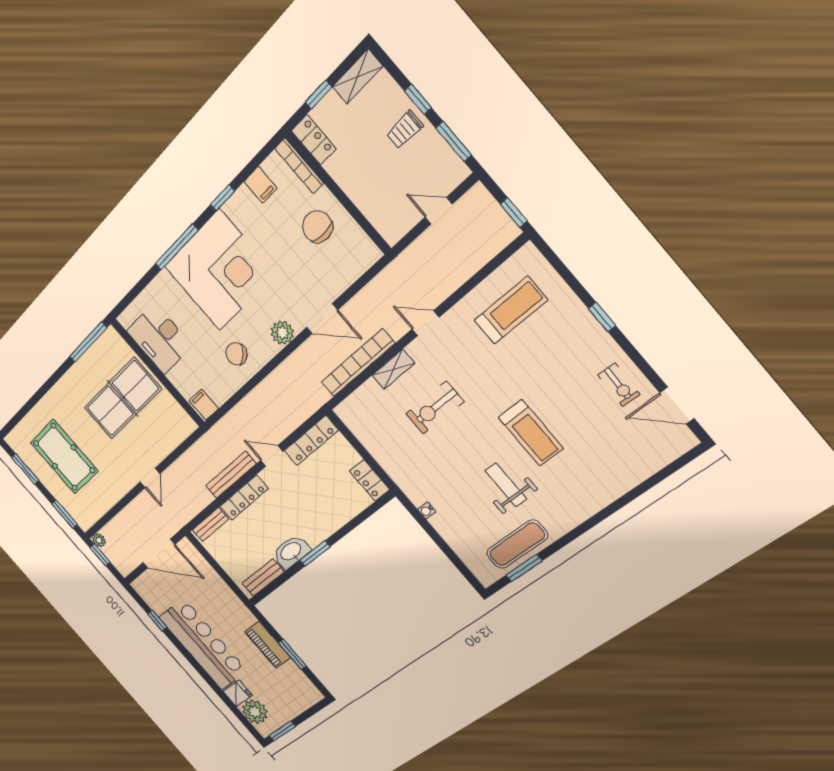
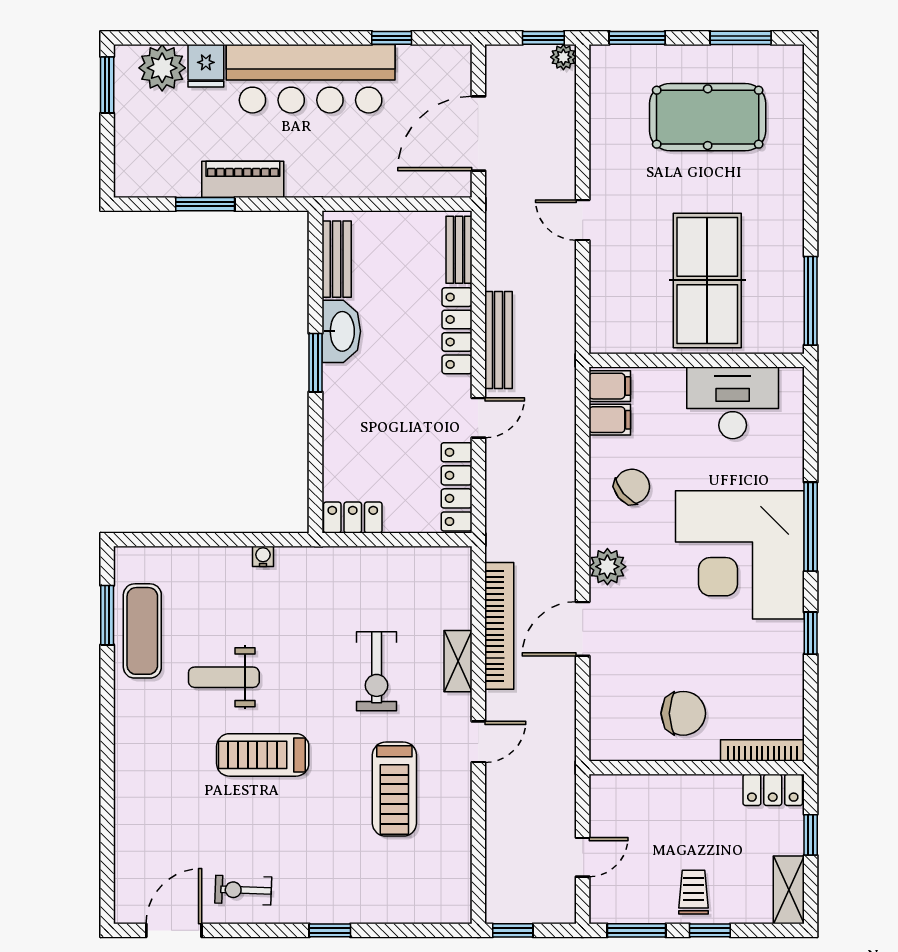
filing cabinet: (261, 185) -> (610, 420), moved, turned 180
treadmill: (511, 310) -> (394, 789), moved
exercise bike: (435, 408) -> (377, 671), turned 180
weight bench: (506, 485) -> (224, 677), turned 180

